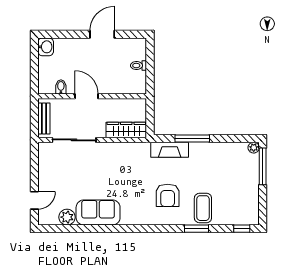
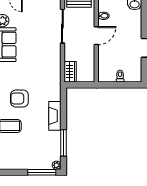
wardrobe: (126, 130) -> (70, 72), width x0.67
window: (192, 139) -> (64, 143), moved
fireplace: (170, 150) -> (55, 116), moved

